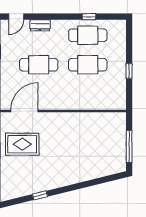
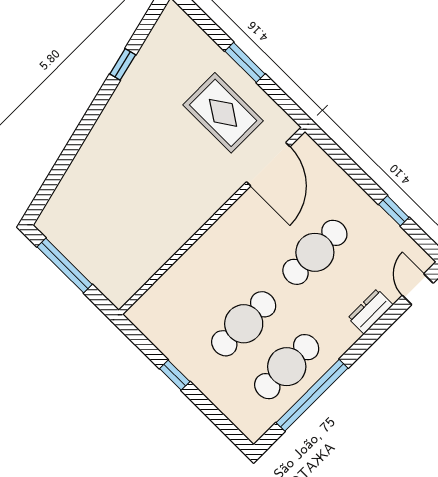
window: (89, 17) -> (312, 395), width x3.17
rug: (22, 144) -> (223, 113), turned 90

